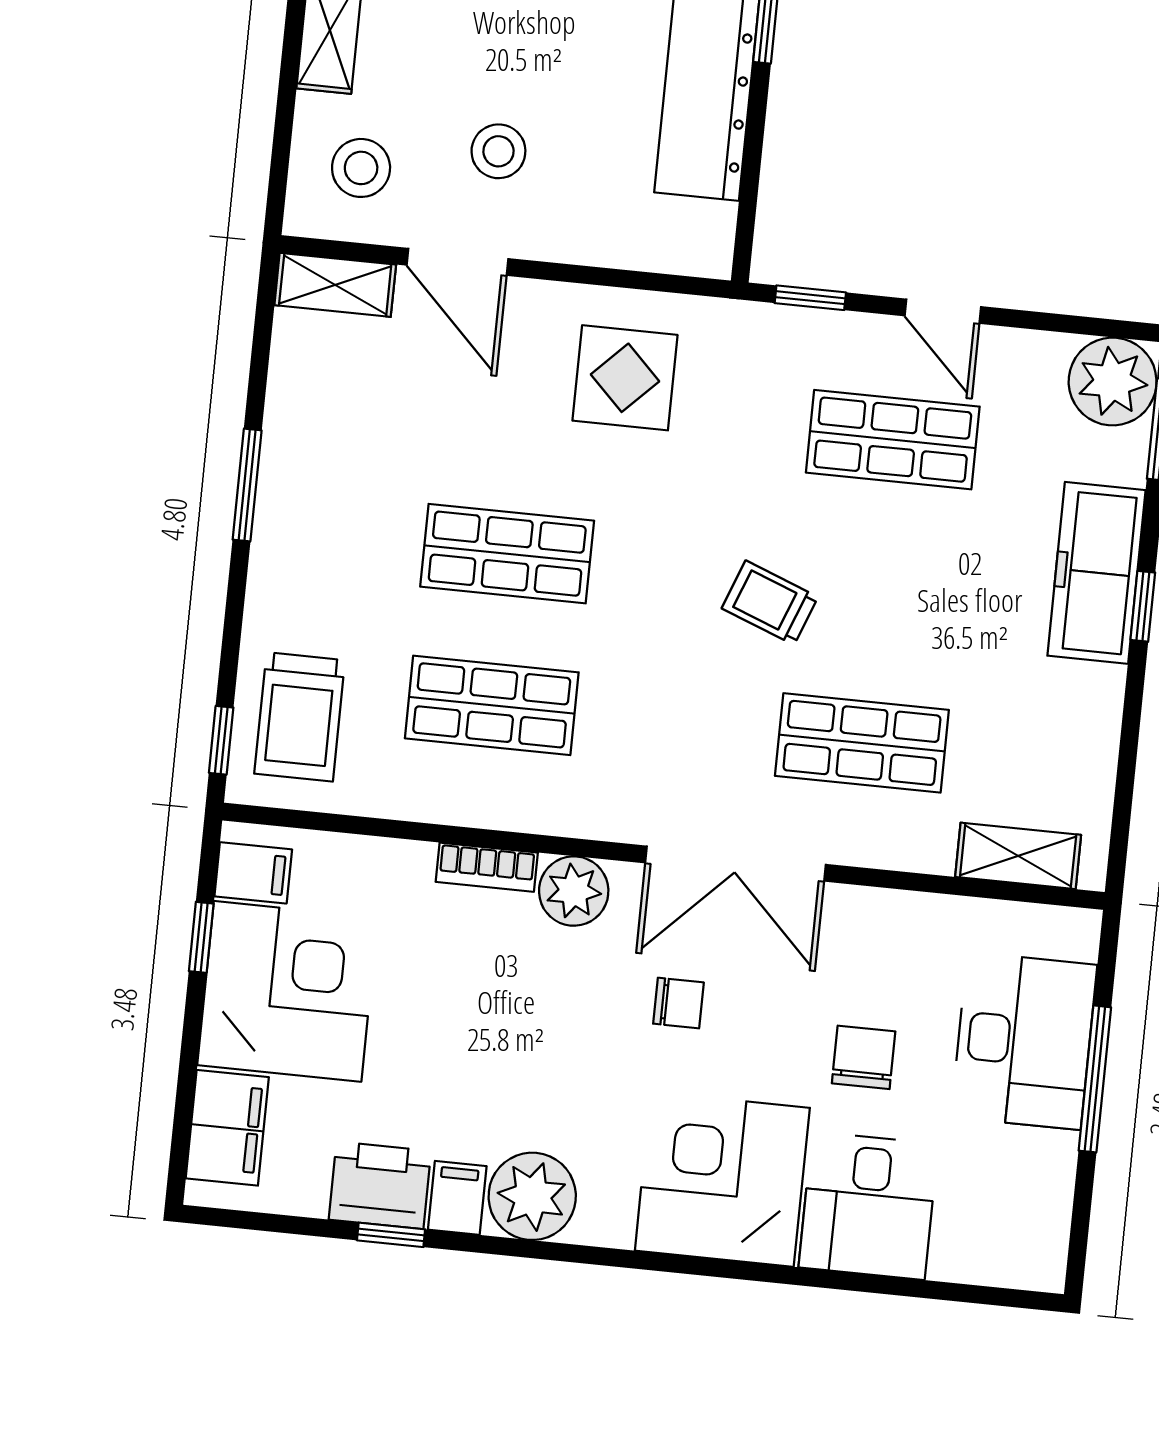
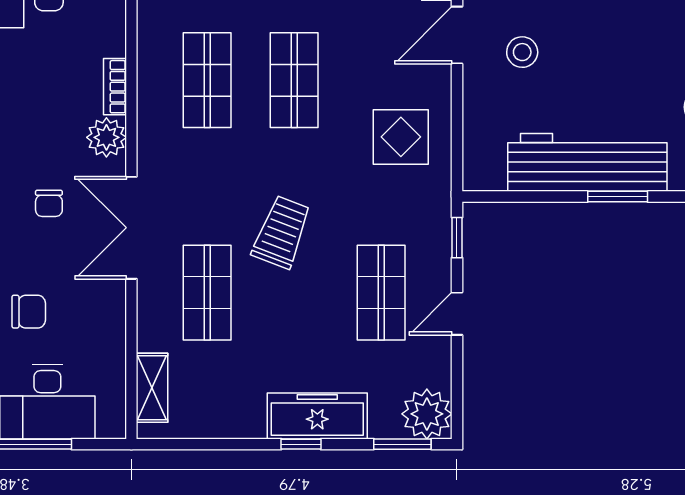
trolley: (770, 603) -> (282, 232), width x1.36, depth x1.39

